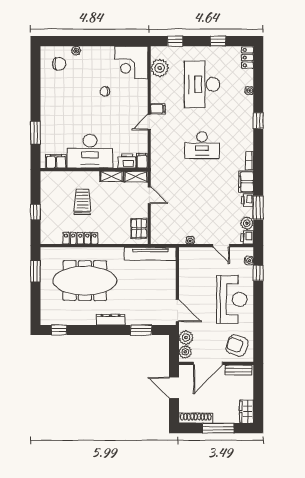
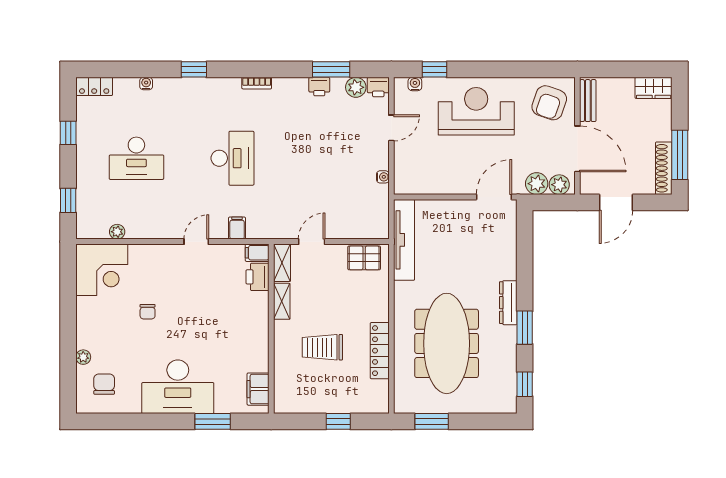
plant: (160, 68) -> (117, 232), width x0.53, depth x0.53
desk: (202, 84) -> (136, 158), width x0.73, depth x0.77
filing cabinet: (158, 109) -> (237, 228), moved
door: (149, 122) -> (196, 242), swing flipped
desk: (90, 151) -> (178, 387), moved, turned 90
filing cabinet: (246, 182) -> (290, 89), removed
window: (141, 330) -> (525, 328), moved
window: (218, 428) -> (680, 155), moved

